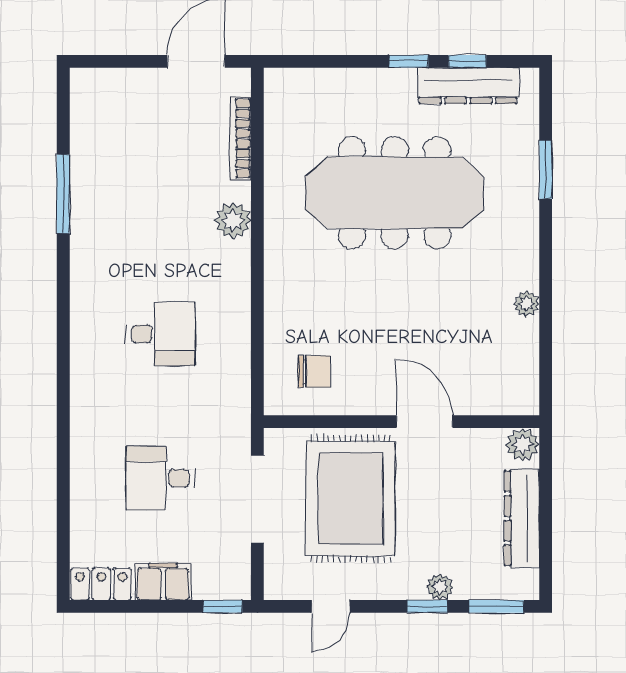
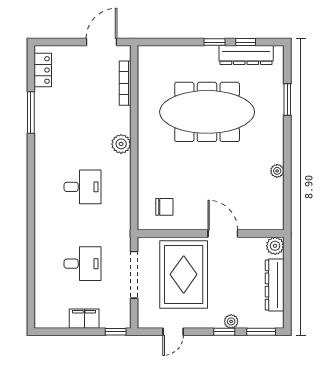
plant: (233, 221) -> (121, 144), moved
desk: (160, 478) -> (83, 264), turned 180
locker: (101, 584) -> (43, 70), moved, turned 90

